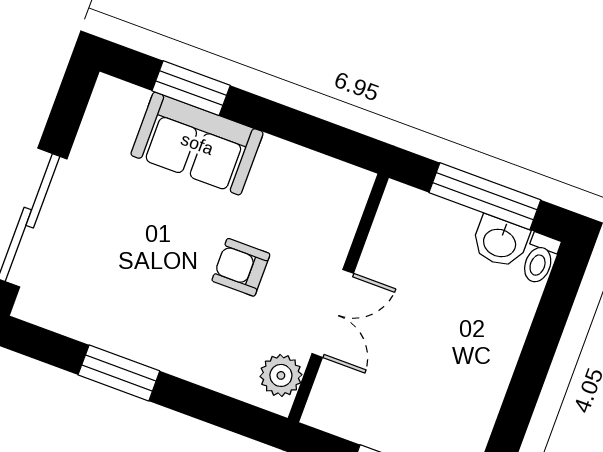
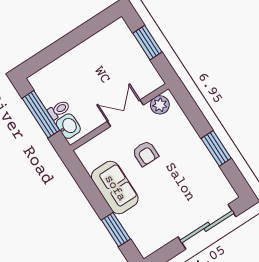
sofa: (197, 144) -> (115, 188), moved
washbasin: (500, 242) -> (68, 126), moved
toilet: (540, 259) -> (59, 110), moved

